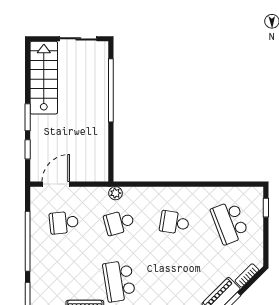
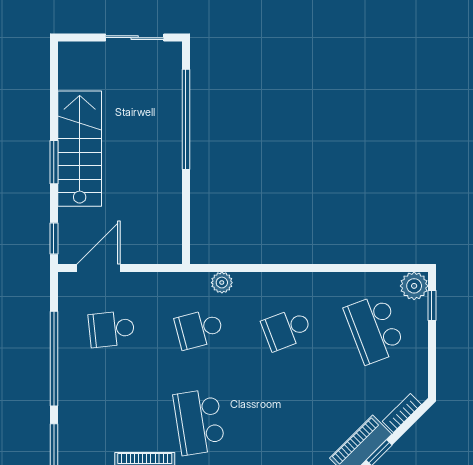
stairs: (44, 78) -> (80, 149), moved
window: (28, 149) -> (54, 238), moved
plant: (115, 193) -> (222, 283), moved
plant: (255, 195) -> (414, 286), added
school desk: (174, 223) -> (287, 329), turned -30

